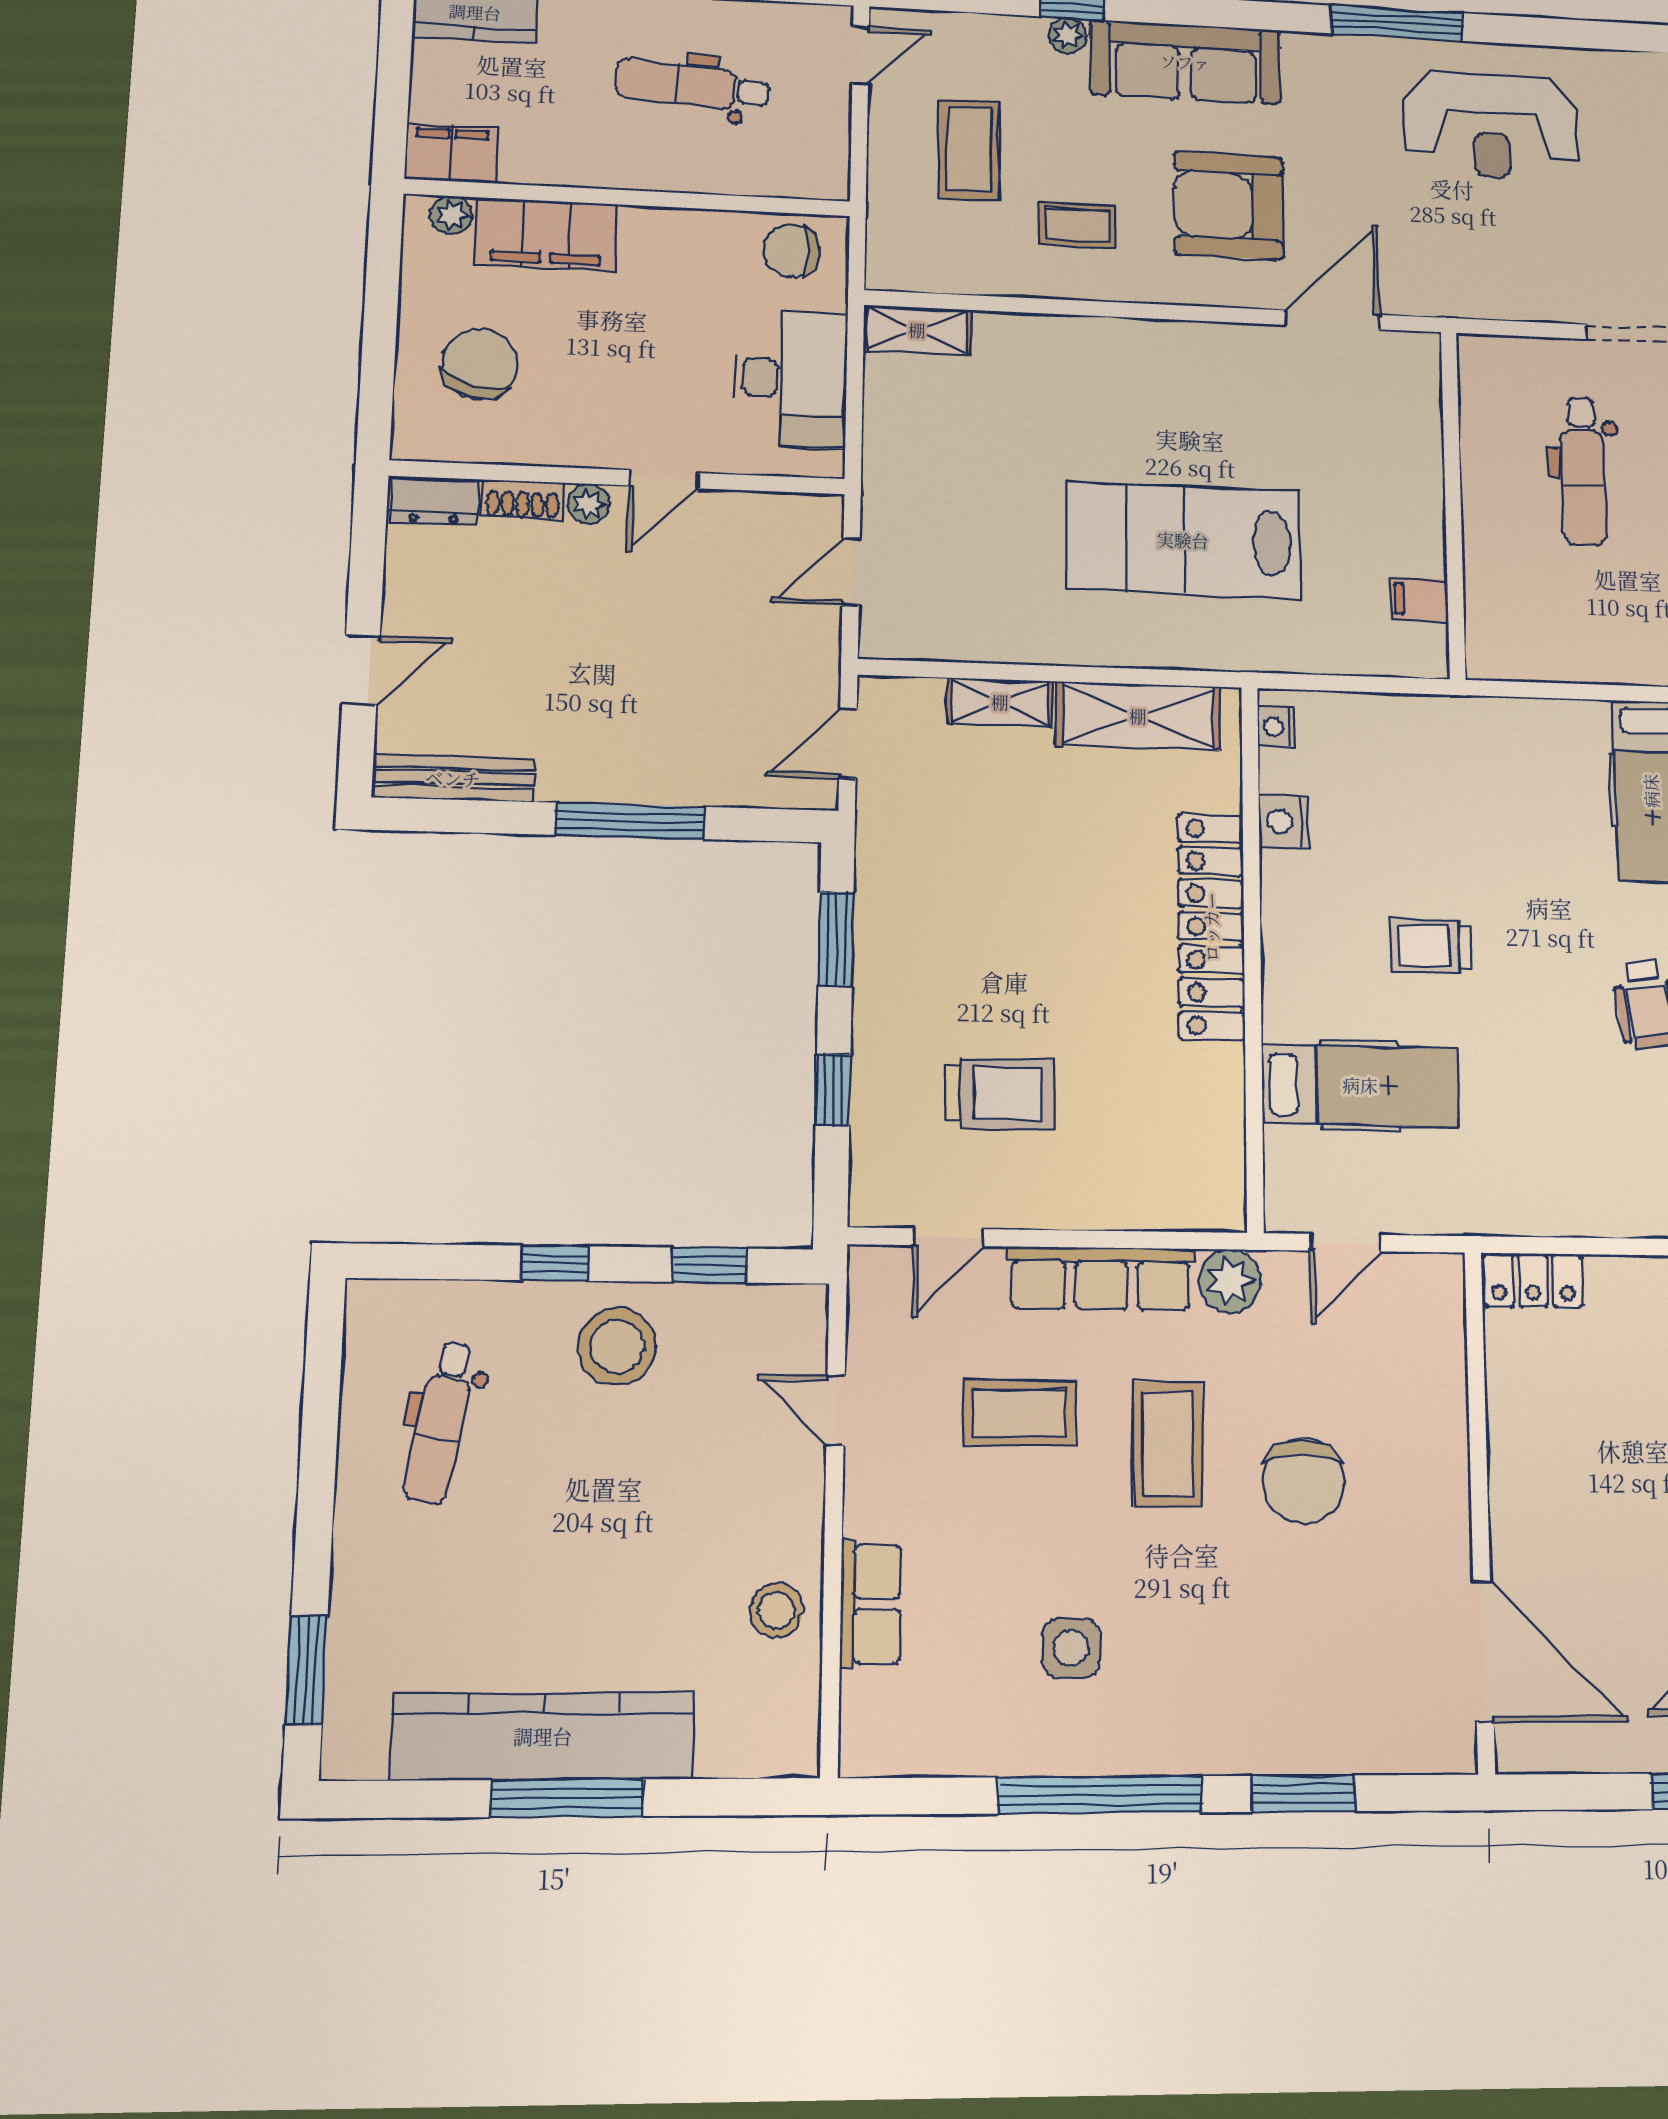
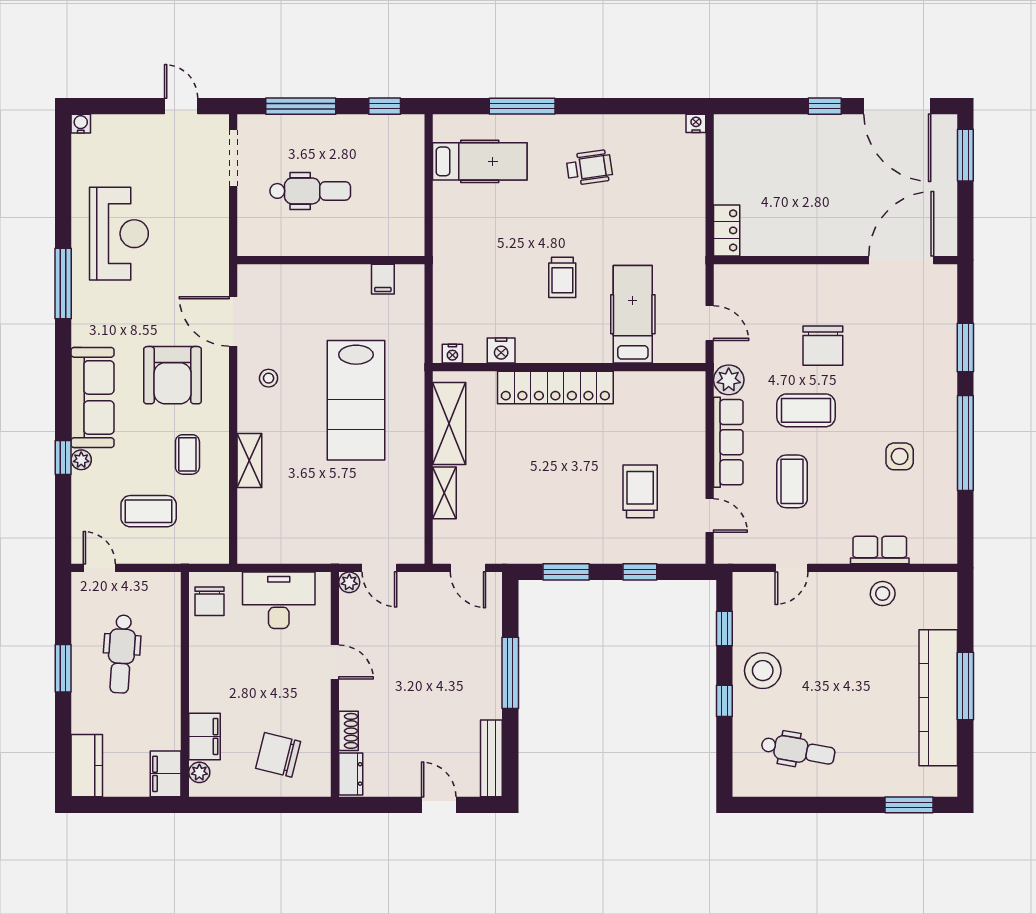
filing cabinet: (547, 234) -> (205, 736), width x0.67, depth x0.86
shelving: (917, 330) -> (249, 460), moved
stool: (1225, 379) -> (269, 378), added
plant: (588, 504) -> (349, 582), moved
chair: (1303, 1481) -> (823, 346), turned 90

